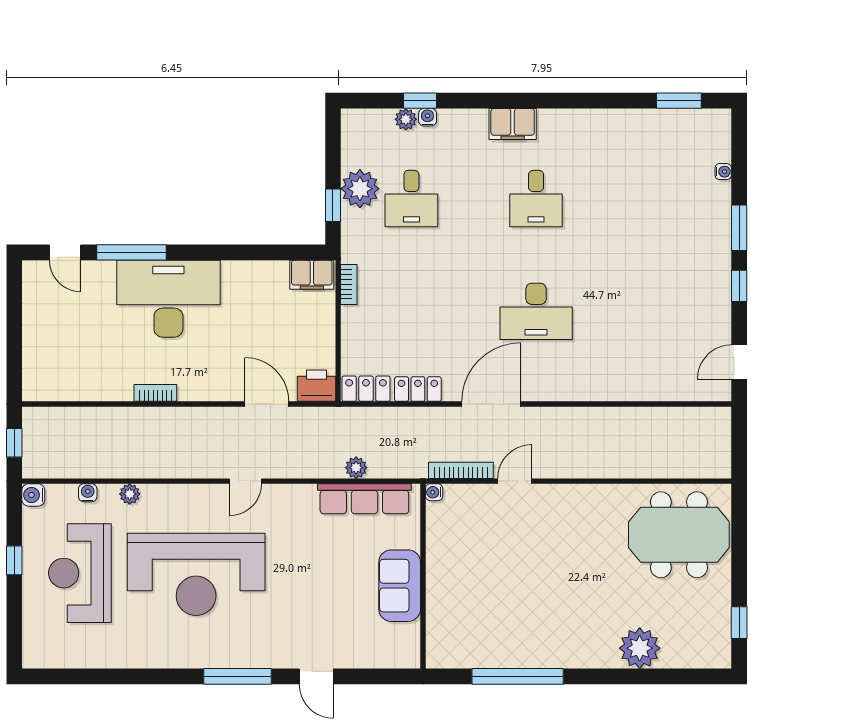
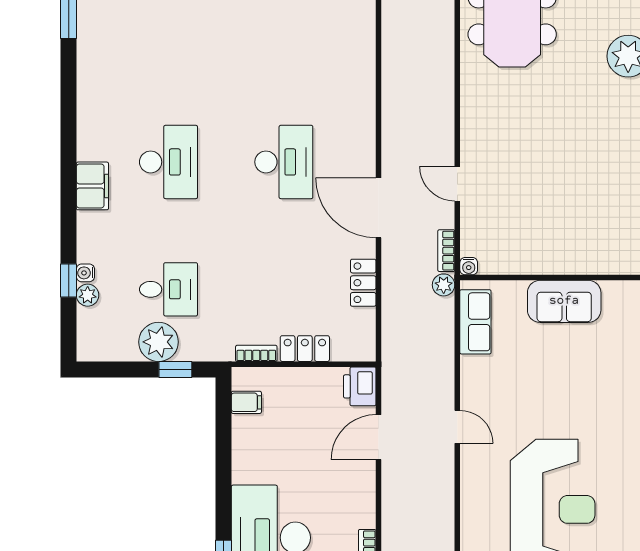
desk: (536, 198) -> (168, 162), width x1.37
filing cabinet: (312, 275) -> (246, 402), width x0.50
locker: (366, 389) -> (305, 349), moved, turned 90
plant: (356, 468) -> (444, 285), moved
bookcase: (461, 470) -> (446, 251), width x0.64
door: (245, 481) -> (457, 427), moved
row of seats: (364, 499) -> (475, 322), width x0.68

